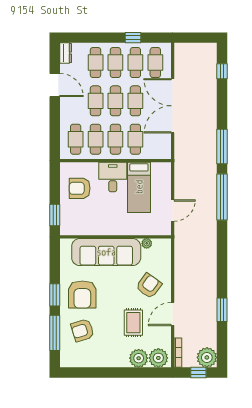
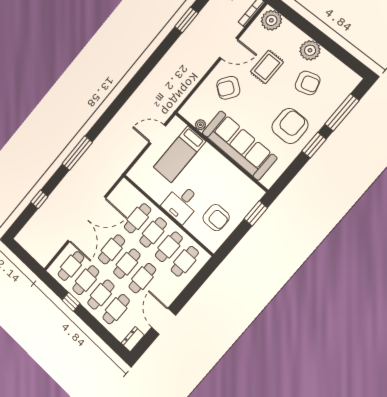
window: (222, 71) -> (39, 199), moved
bed: (139, 187) -> (180, 154), moved, turned 180
window: (222, 197) -> (111, 113), removed
armchair: (82, 330) -> (308, 83), moved
plant: (139, 358) -> (310, 50), moved

